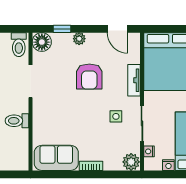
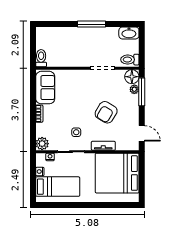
window: (62, 29) -> (142, 92), width x2.17
door: (117, 29) -> (142, 133), swing flipped
plant: (79, 39) -> (134, 89), moved
armchair: (89, 76) -> (106, 112), turned -59
toilet: (17, 121) -> (41, 58), moved

